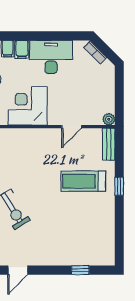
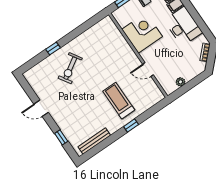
plant: (109, 119) -> (181, 82), moved
bench: (109, 144) -> (94, 141), moved, width x1.36
door: (18, 270) -> (41, 108), moved

